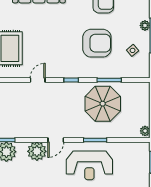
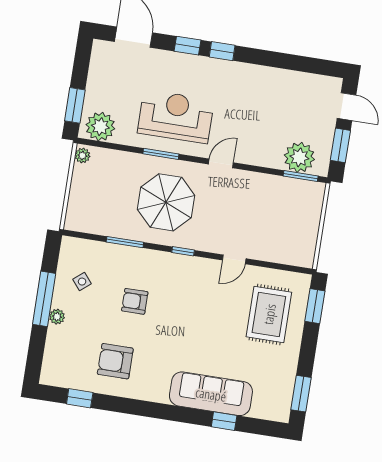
armchair: (97, 43) -> (135, 301), width x0.53, depth x0.53
parasol: (103, 104) -> (166, 202), moved
plant: (37, 151) -> (100, 127), moved

